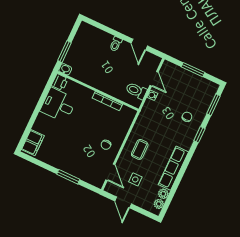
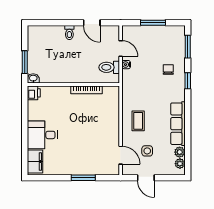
desk: (58, 105) -> (42, 135), moved
chair: (106, 145) -> (104, 131), removed

